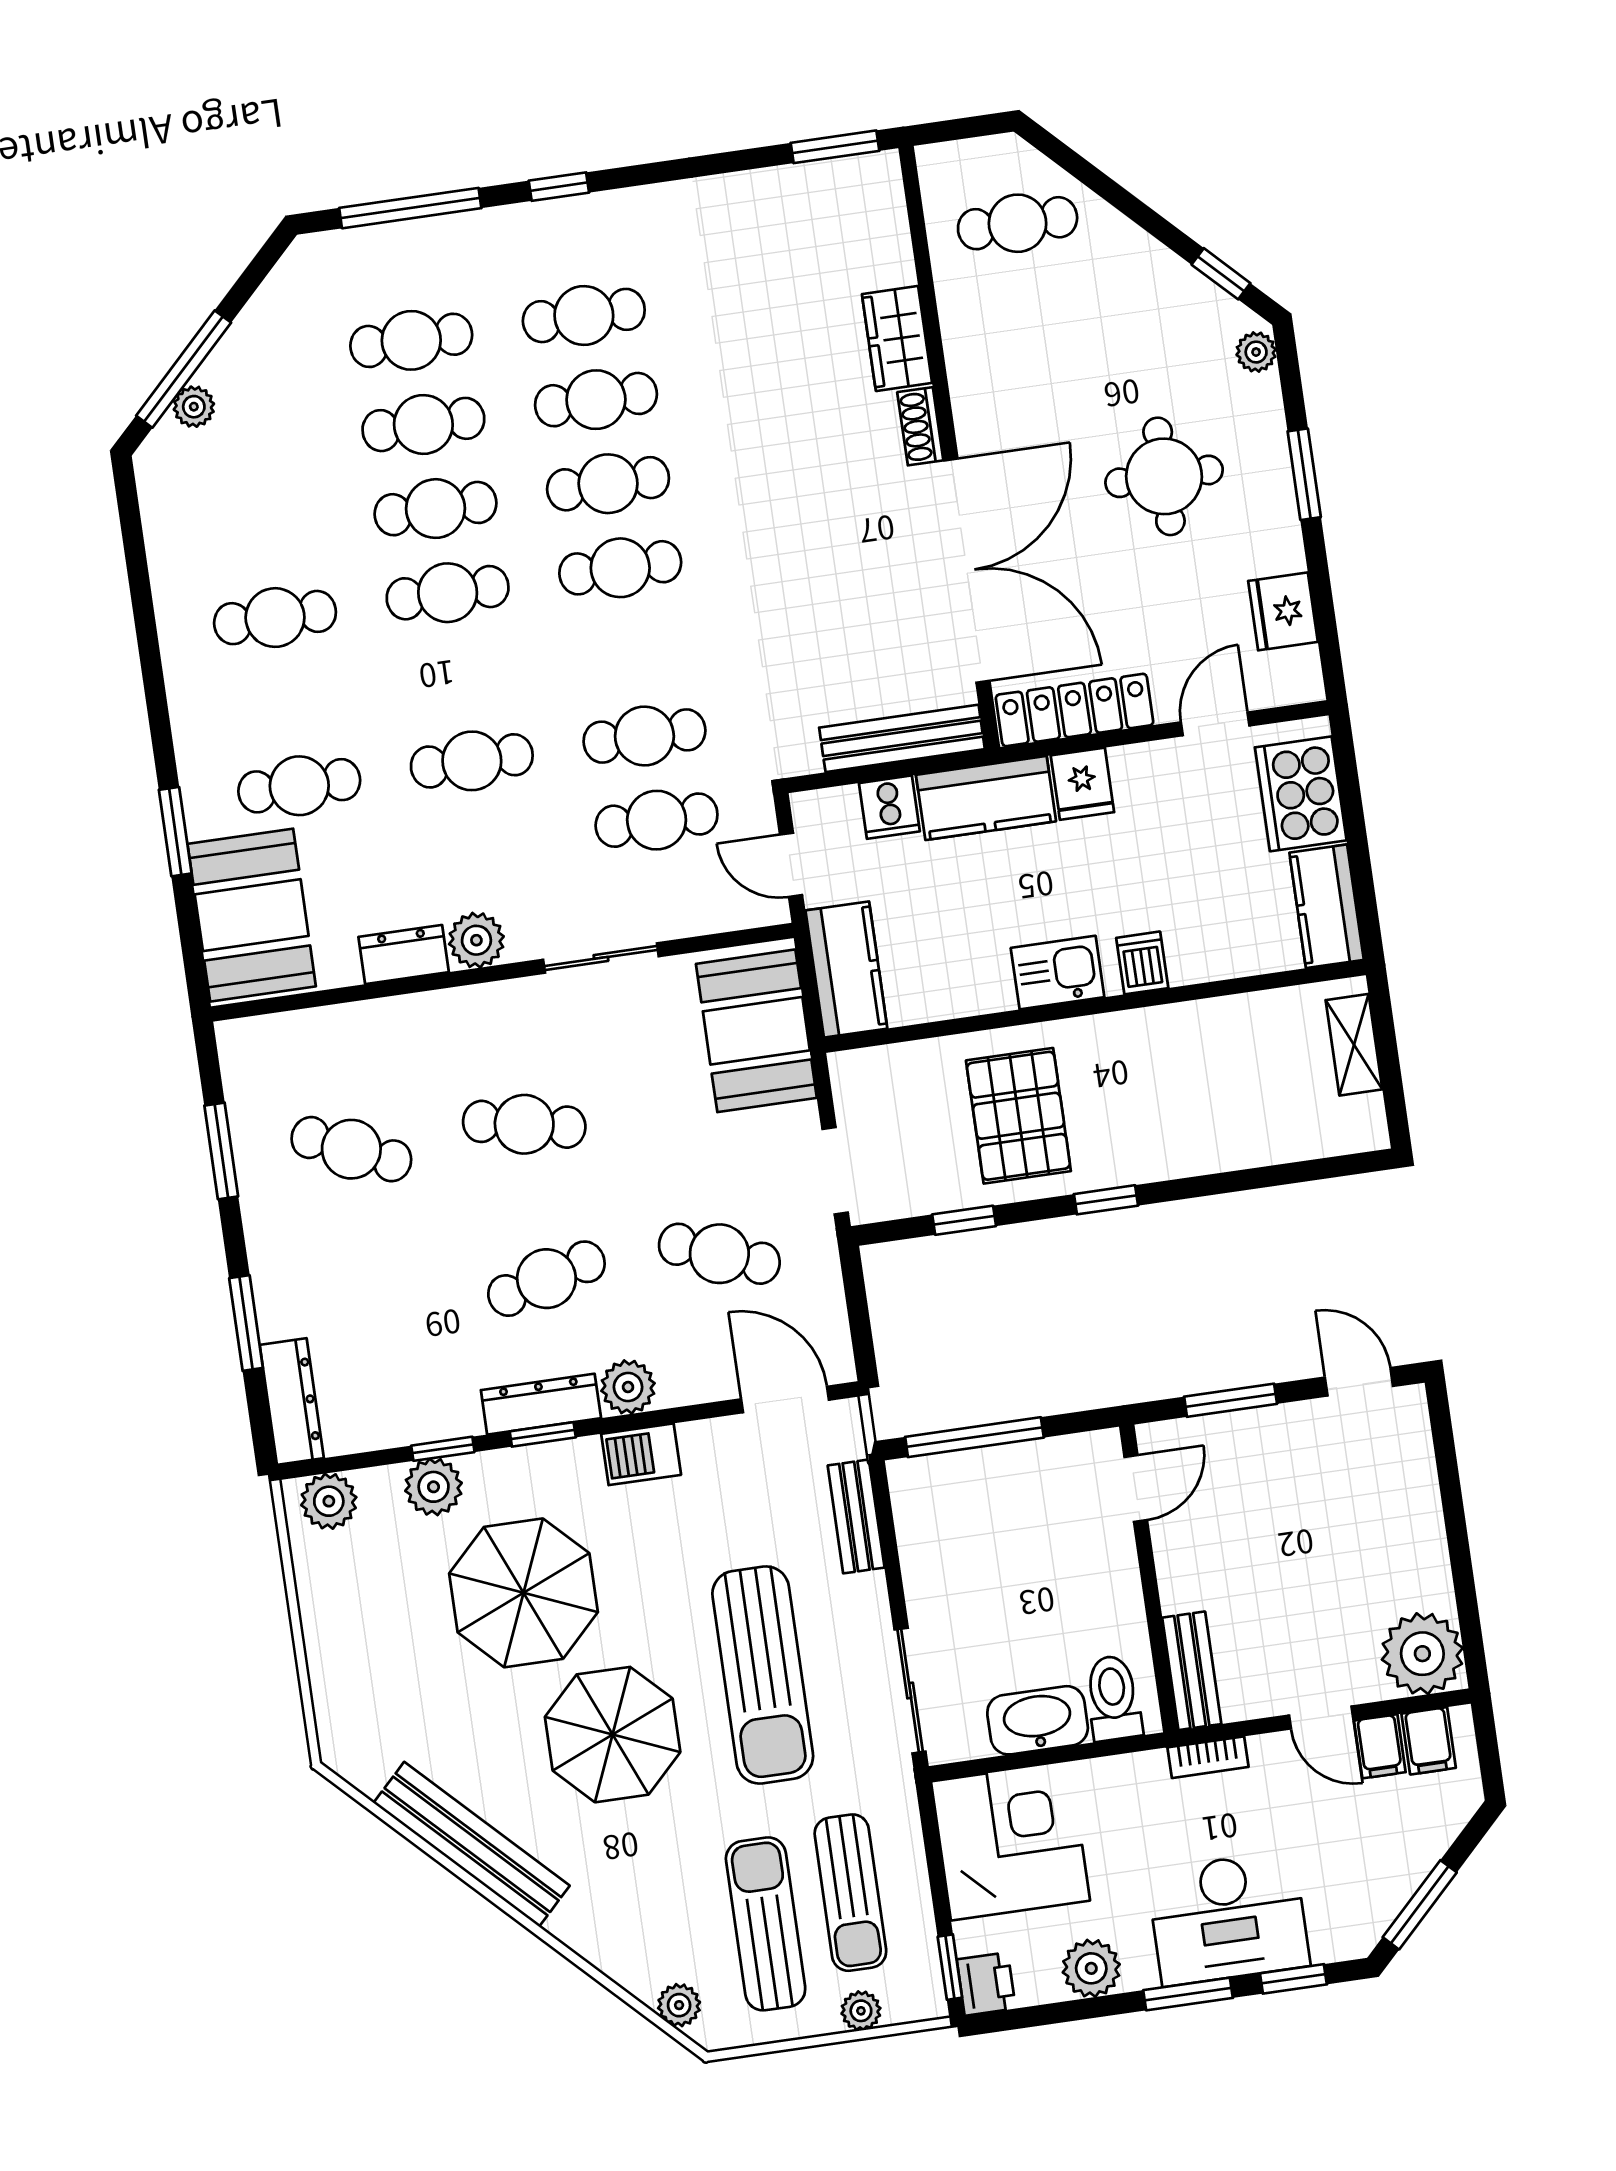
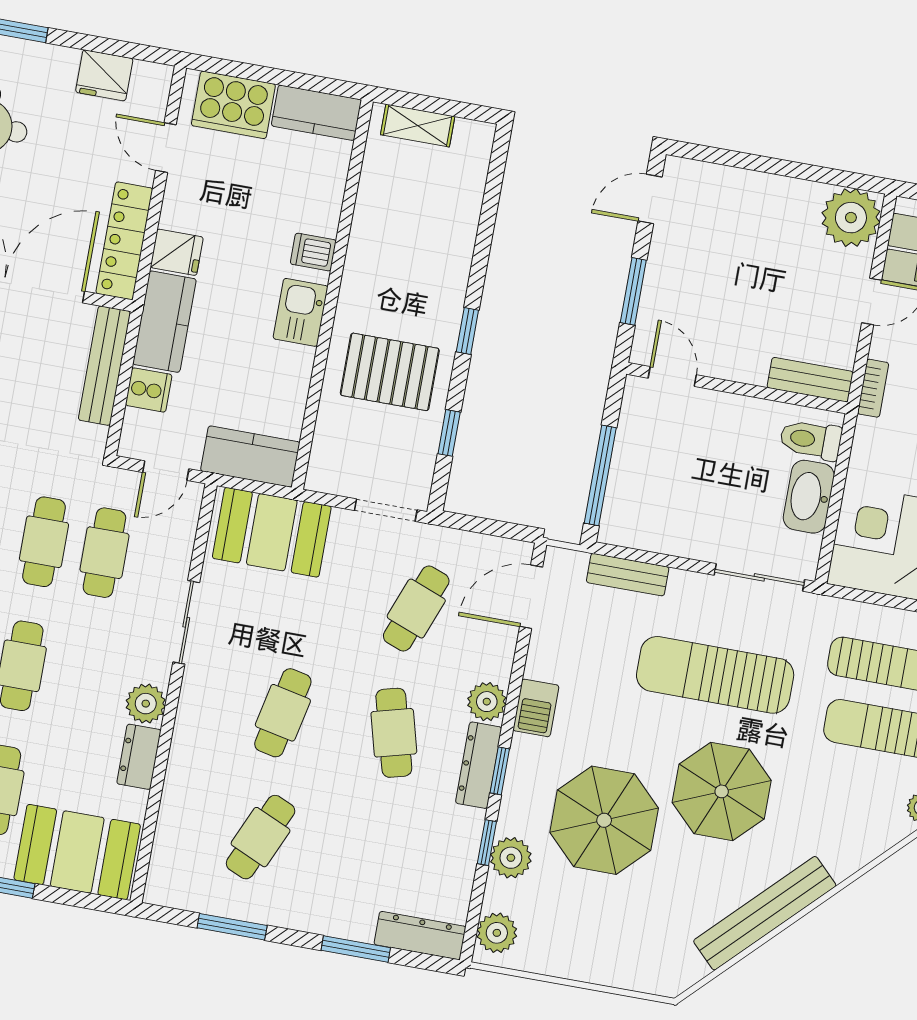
sun lounger: (763, 1675) -> (715, 675), turned 180

